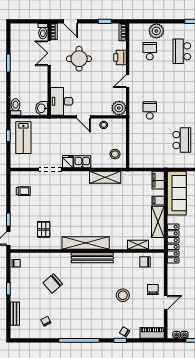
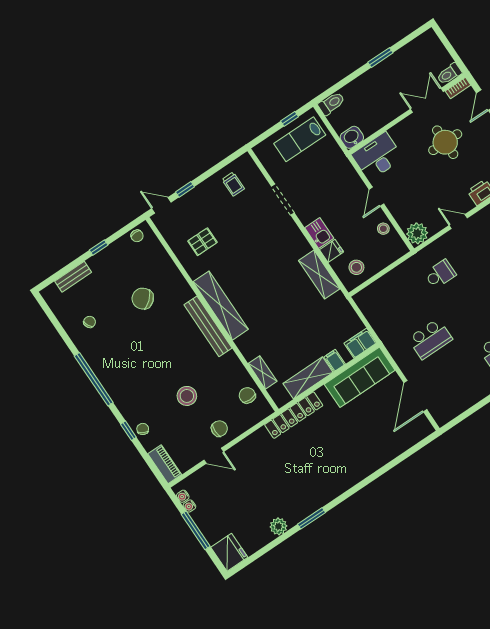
fridge: (68, 162) -> (332, 251), moved

